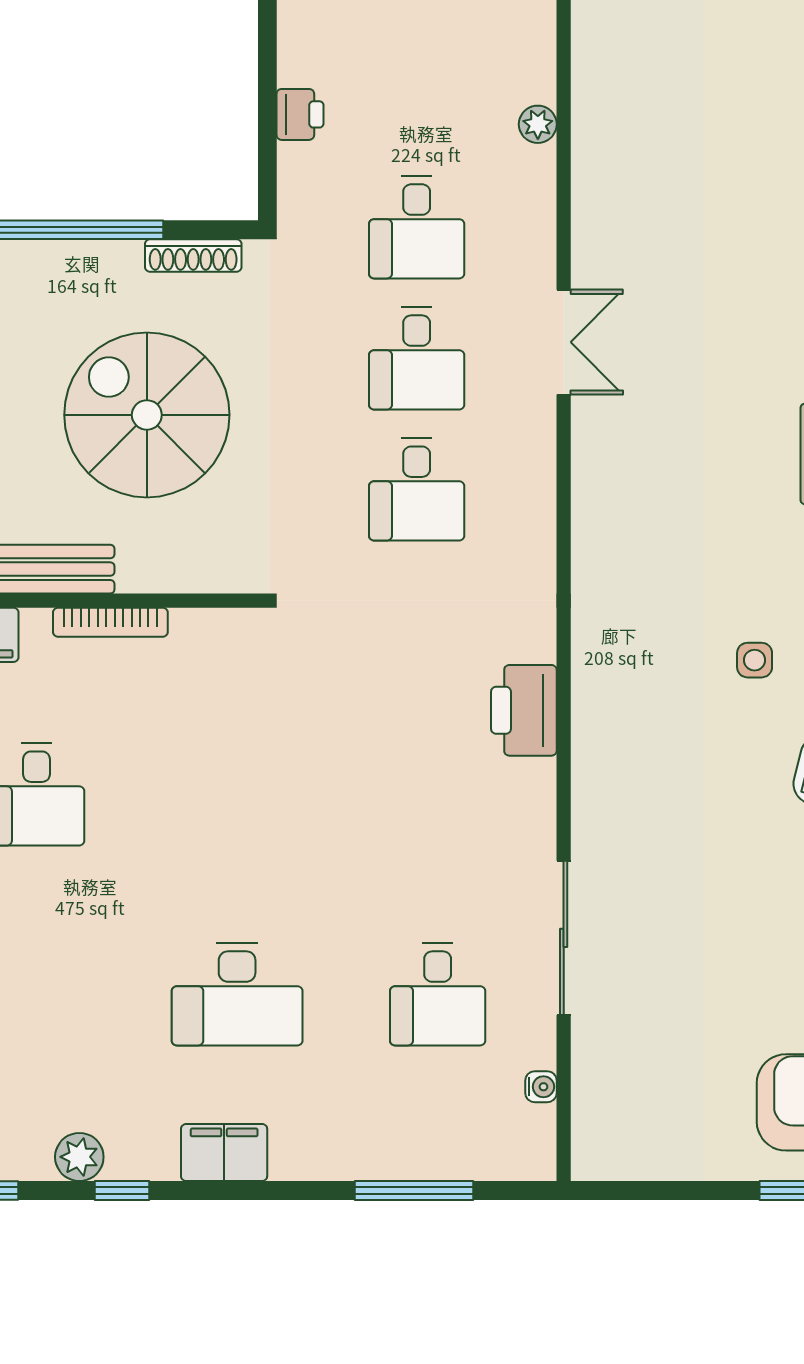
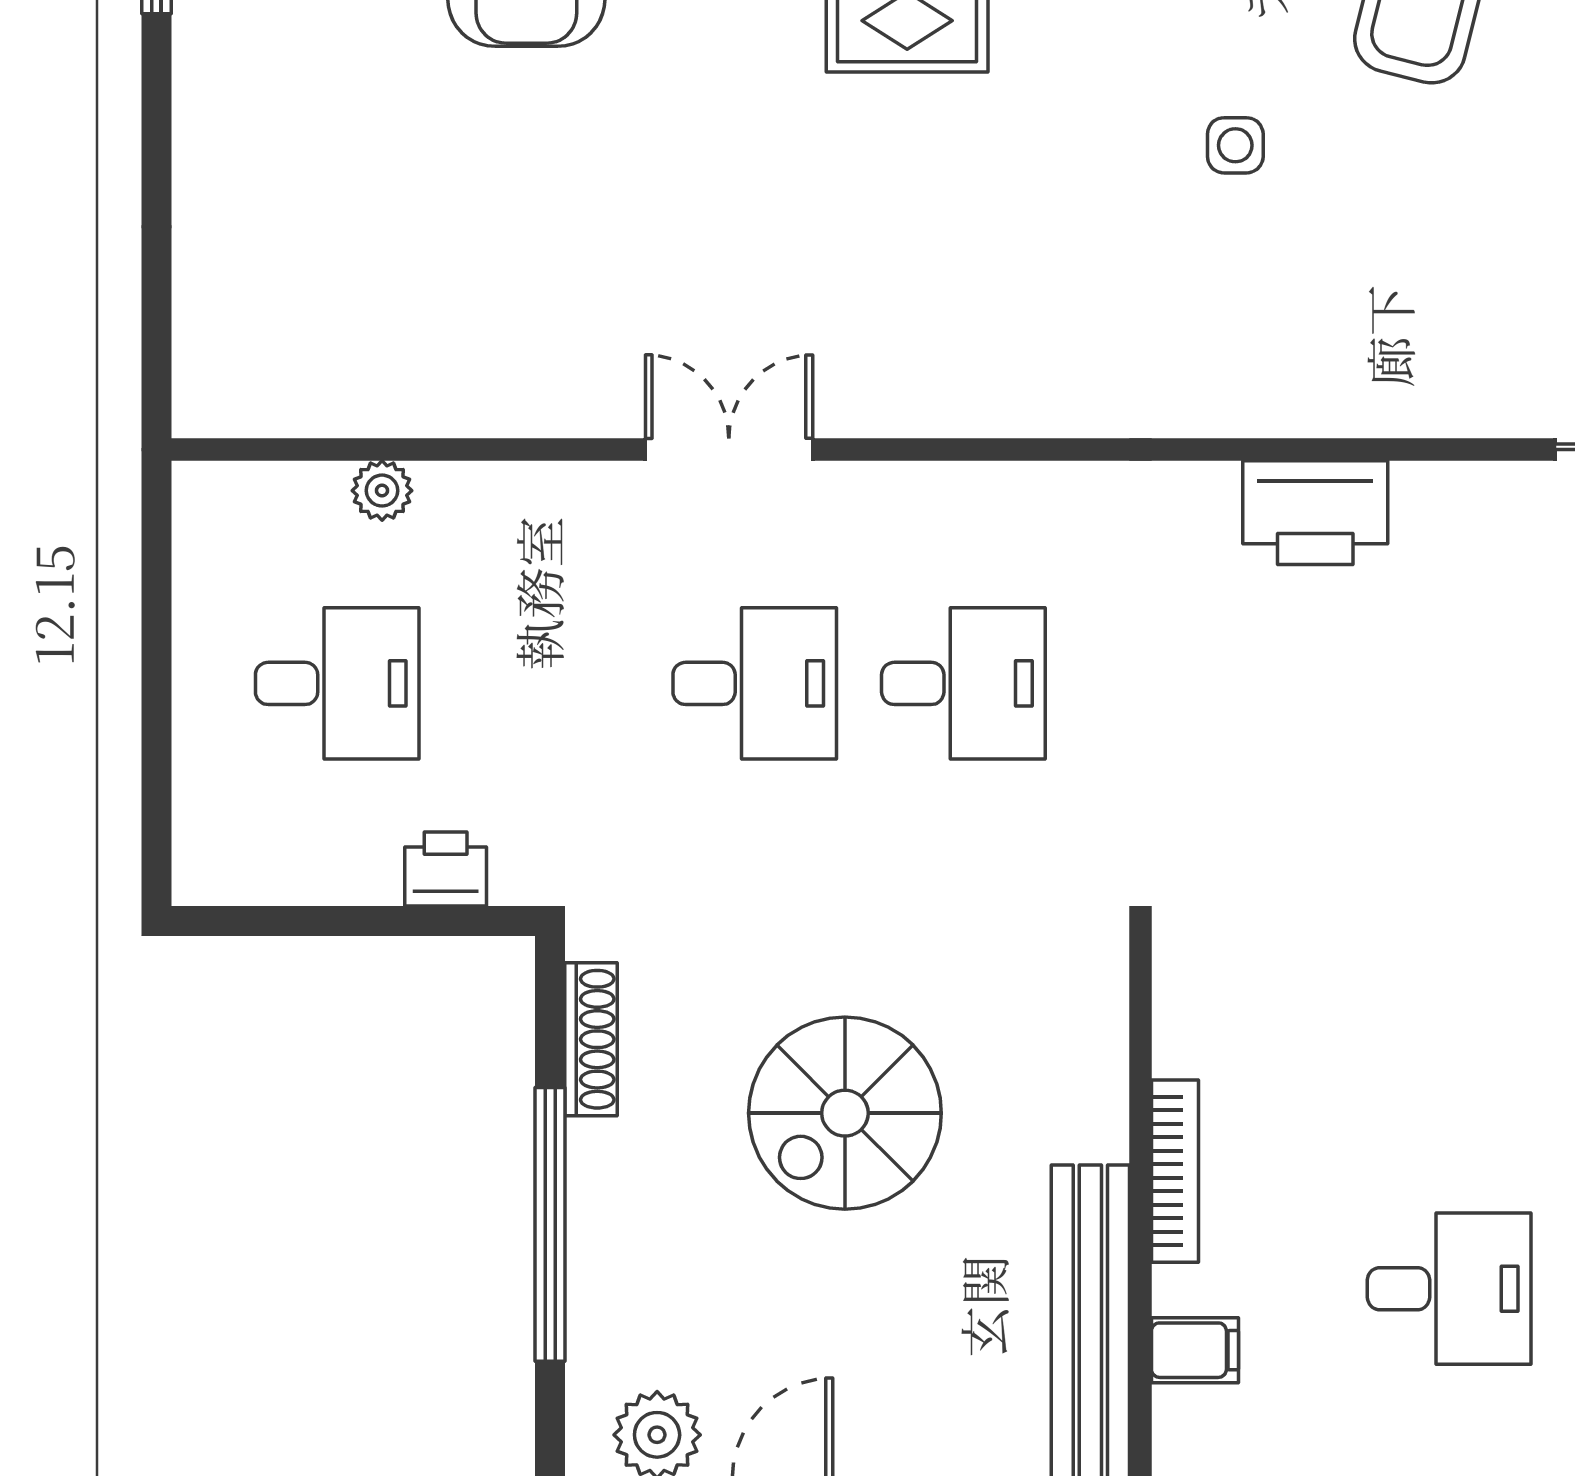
printer: (300, 114) -> (446, 869), moved
desk: (417, 227) -> (337, 683), moved
spiral stairs: (147, 415) -> (845, 1113), width x0.73, depth x0.73

